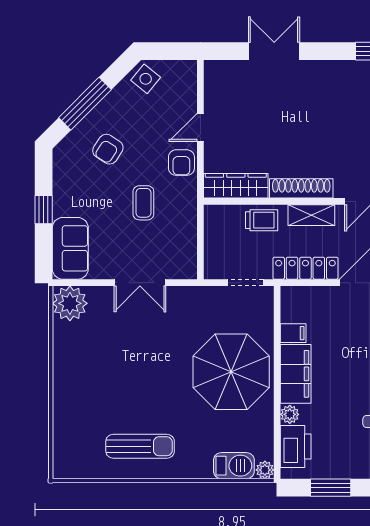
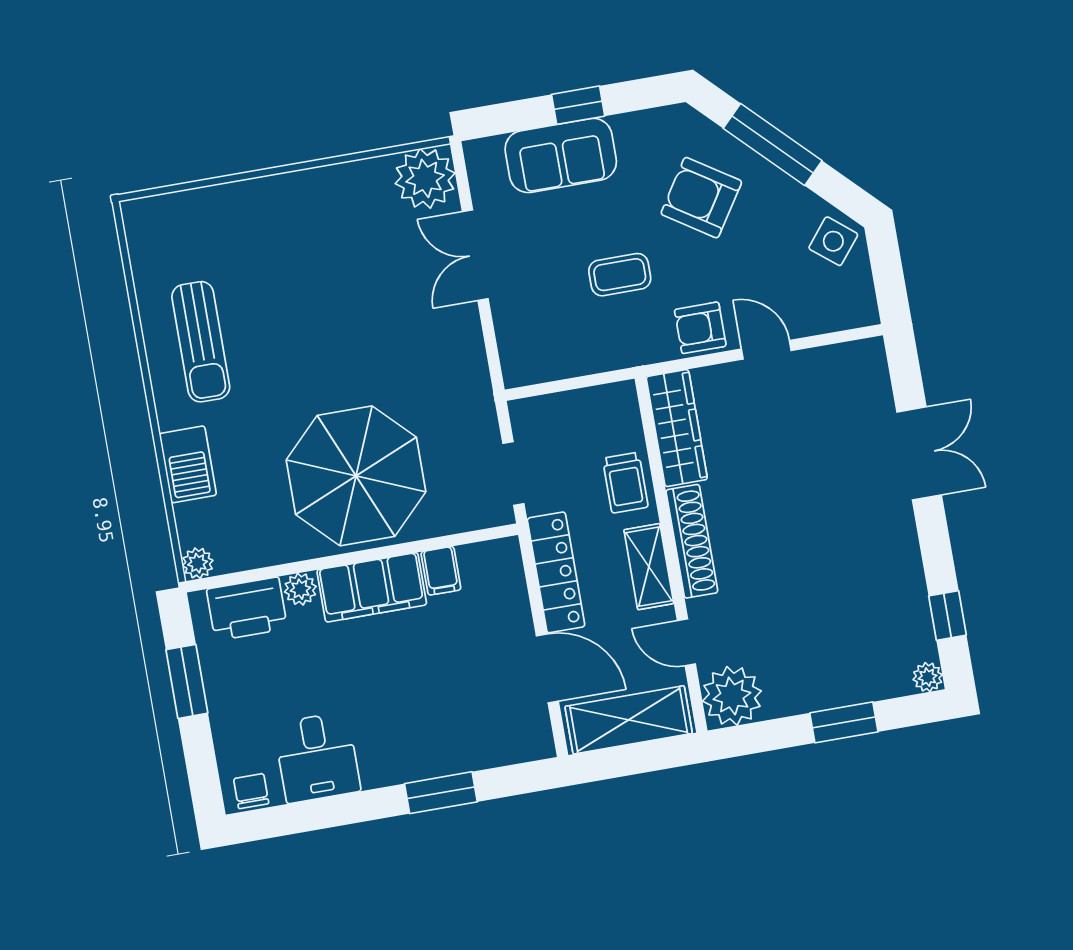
armchair: (108, 149) -> (701, 198), width x1.38, depth x1.38
sofa: (70, 248) -> (561, 155), moved
double door: (140, 283) -> (475, 255), moved
barbecue: (234, 466) -> (188, 464), moved

